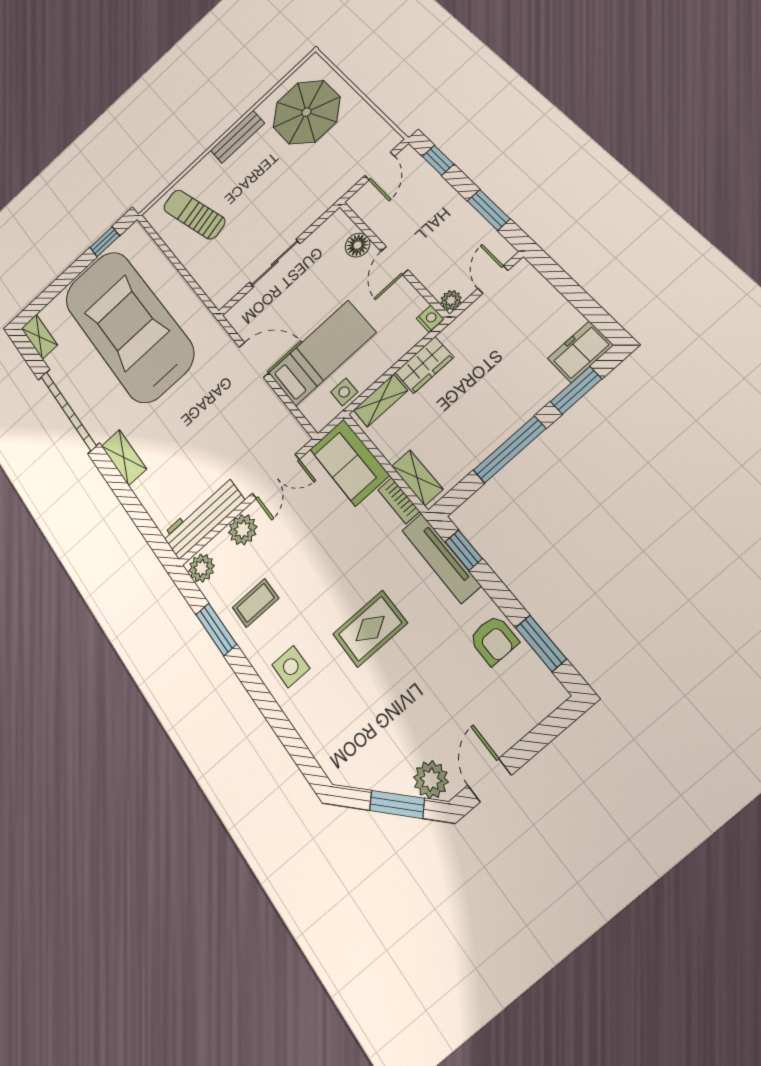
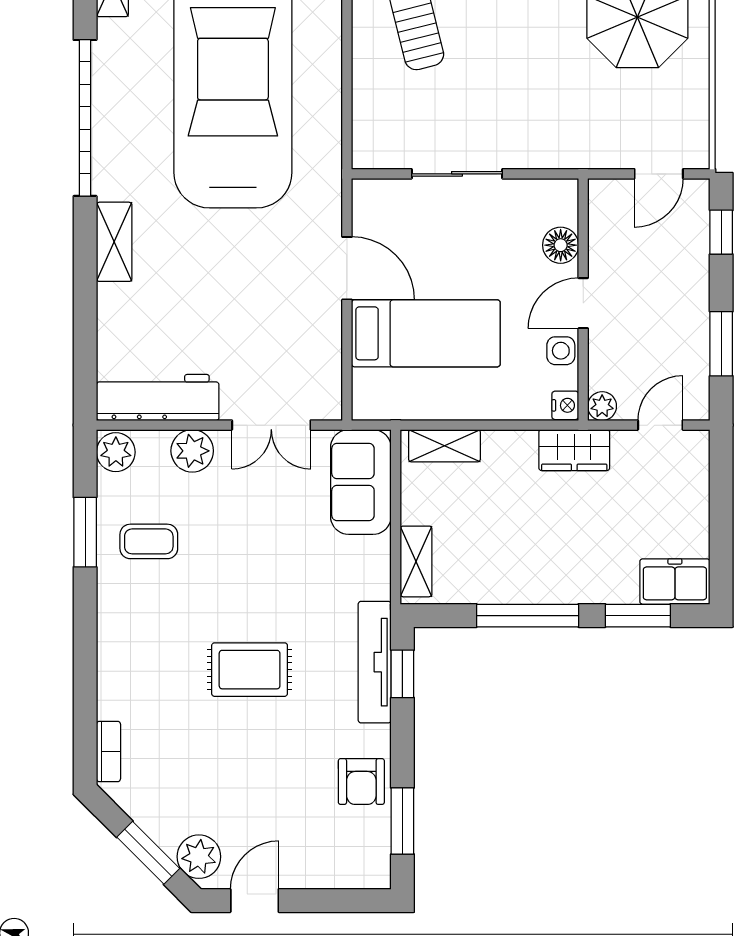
wardrobe: (424, 365) -> (574, 450), moved
side table: (344, 392) -> (561, 351), moved
bookcase: (399, 501) -> (108, 751), moved, turned 180
side table: (291, 667) -> (139, 638), removed

